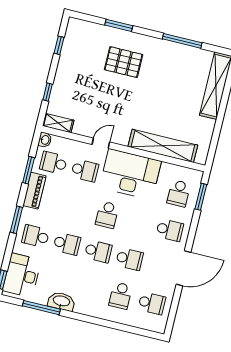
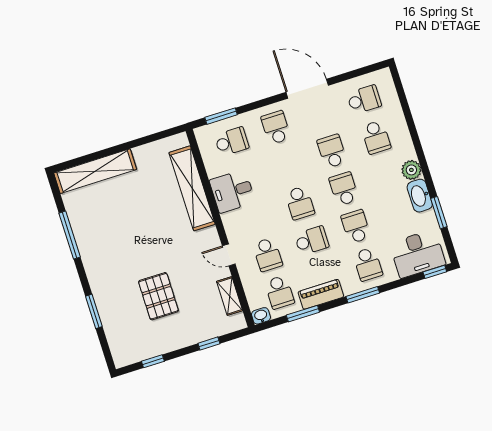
pallet: (124, 62) -> (158, 296), moved
shelving: (58, 123) -> (230, 296), moved
school desk: (85, 170) -> (268, 255), turned 180
desk: (130, 174) -> (232, 191), width x0.53, depth x0.77
school desk: (76, 207) -> (312, 241), added
school desk: (107, 215) -> (300, 203), turned 90
school desk: (121, 296) -> (376, 137), turned 90
school desk: (152, 303) -> (364, 100), turned 90
plant: (83, 306) -> (411, 170), added
window: (41, 308) -> (439, 213), width x0.69

